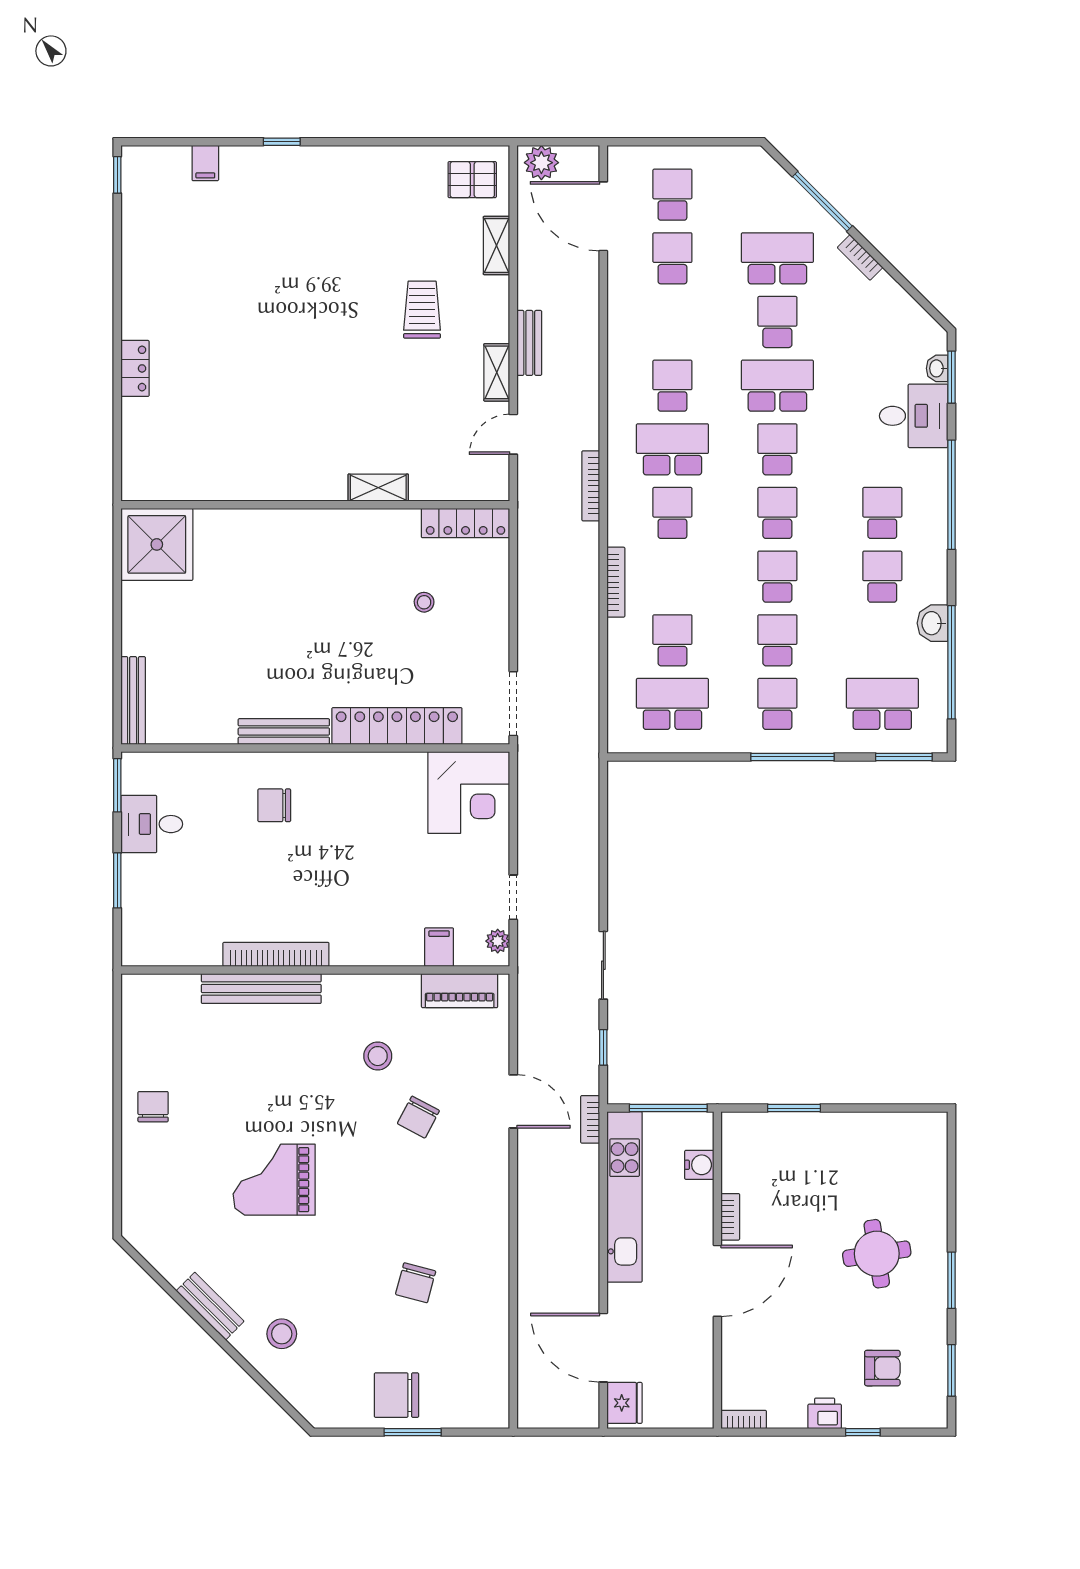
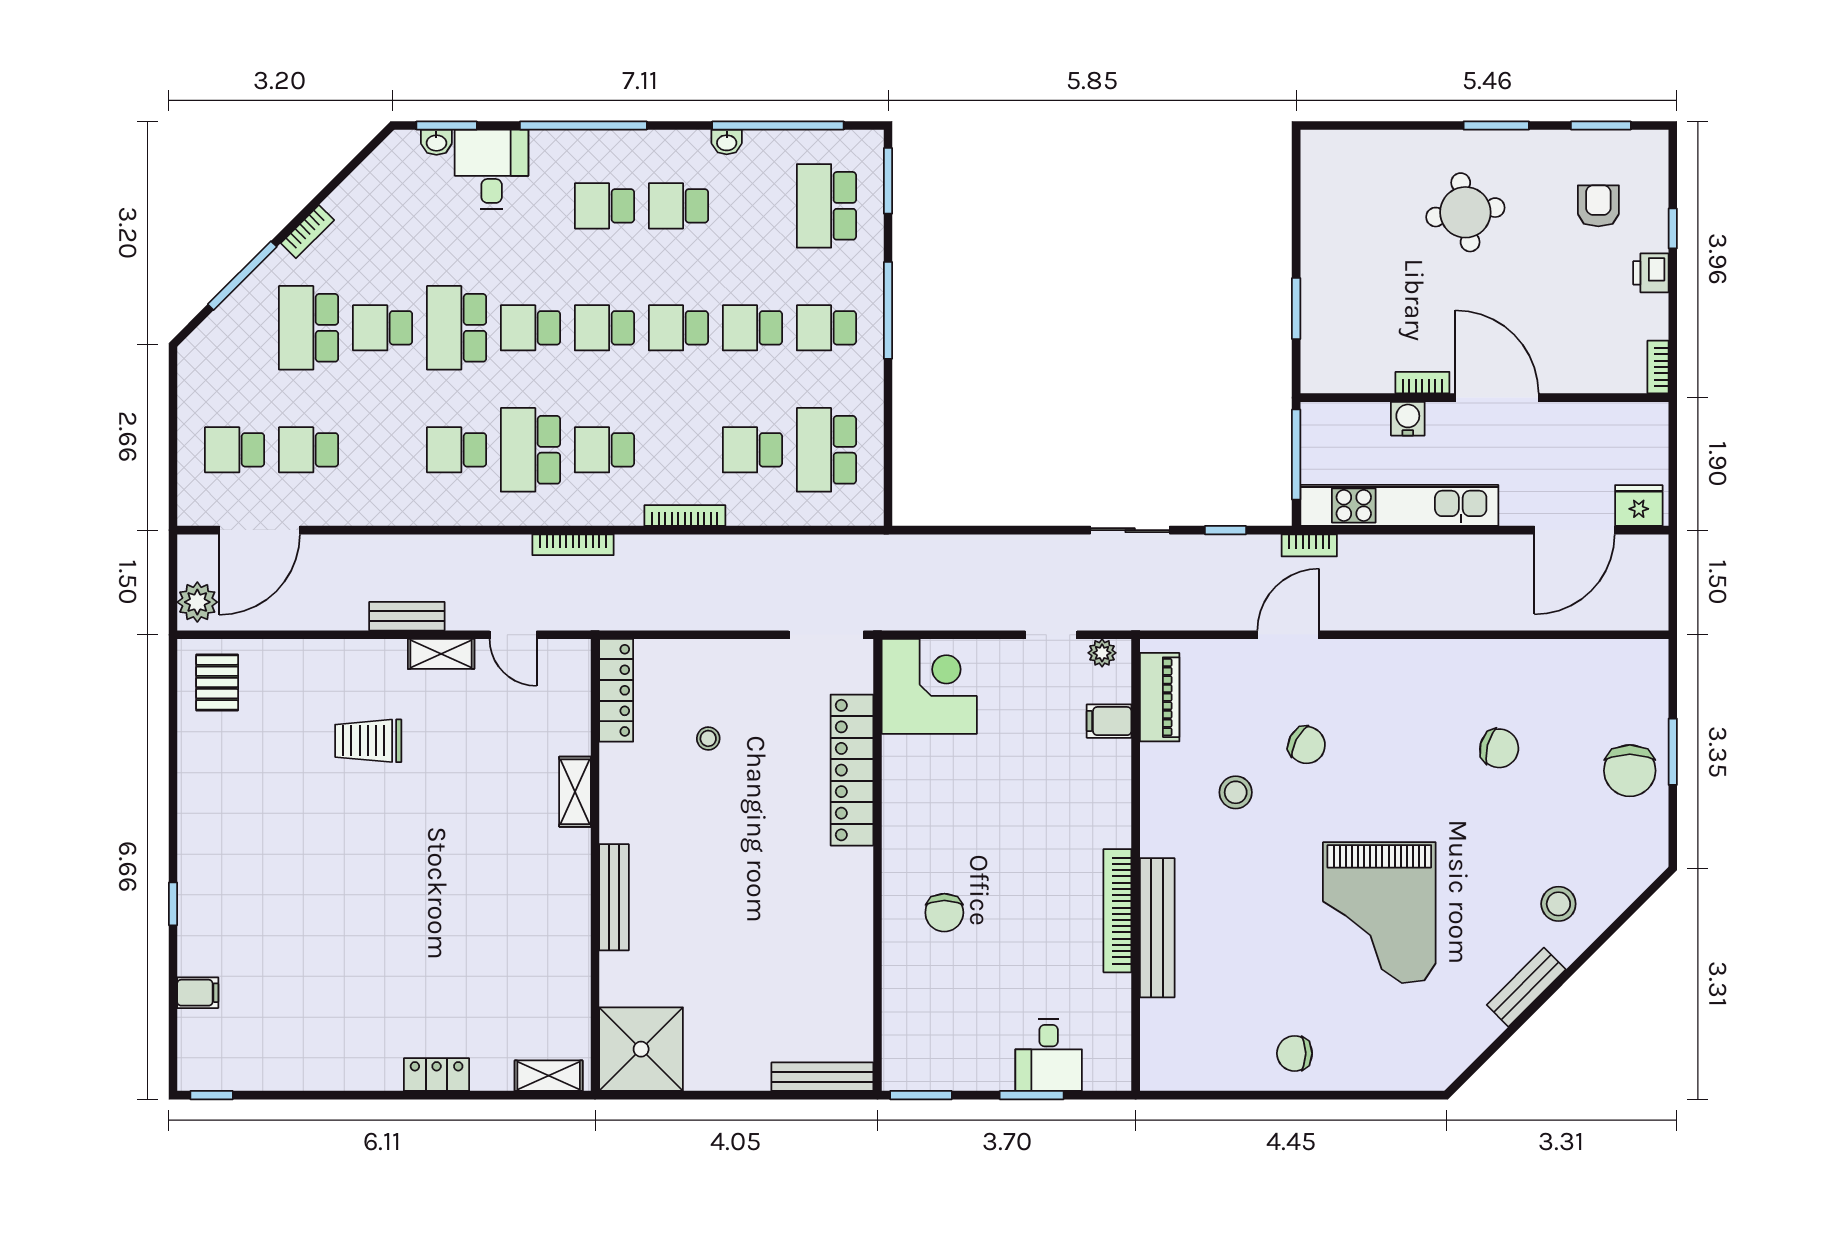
shelving: (497, 246) -> (549, 1076), moved
washbasin: (932, 623) -> (727, 142), width x0.72, depth x0.69
bench: (284, 732) -> (614, 897), moved
desk: (152, 824) -> (1049, 1055), moved
water cooler: (699, 1165) -> (1408, 419), moved
grand piano: (274, 1180) -> (1379, 913), width x1.37, depth x1.48

